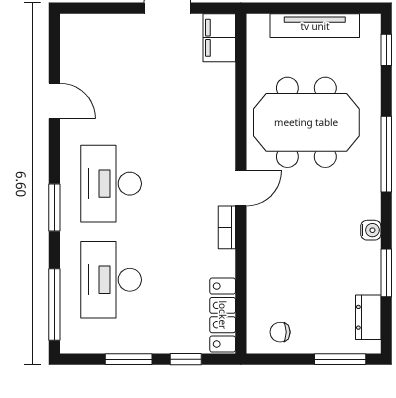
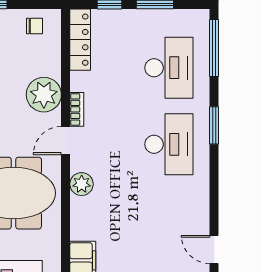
door: (54, 101) -> (214, 250), moved
plant: (221, 134) -> (82, 184), added
plant: (268, 246) -> (44, 95), added

